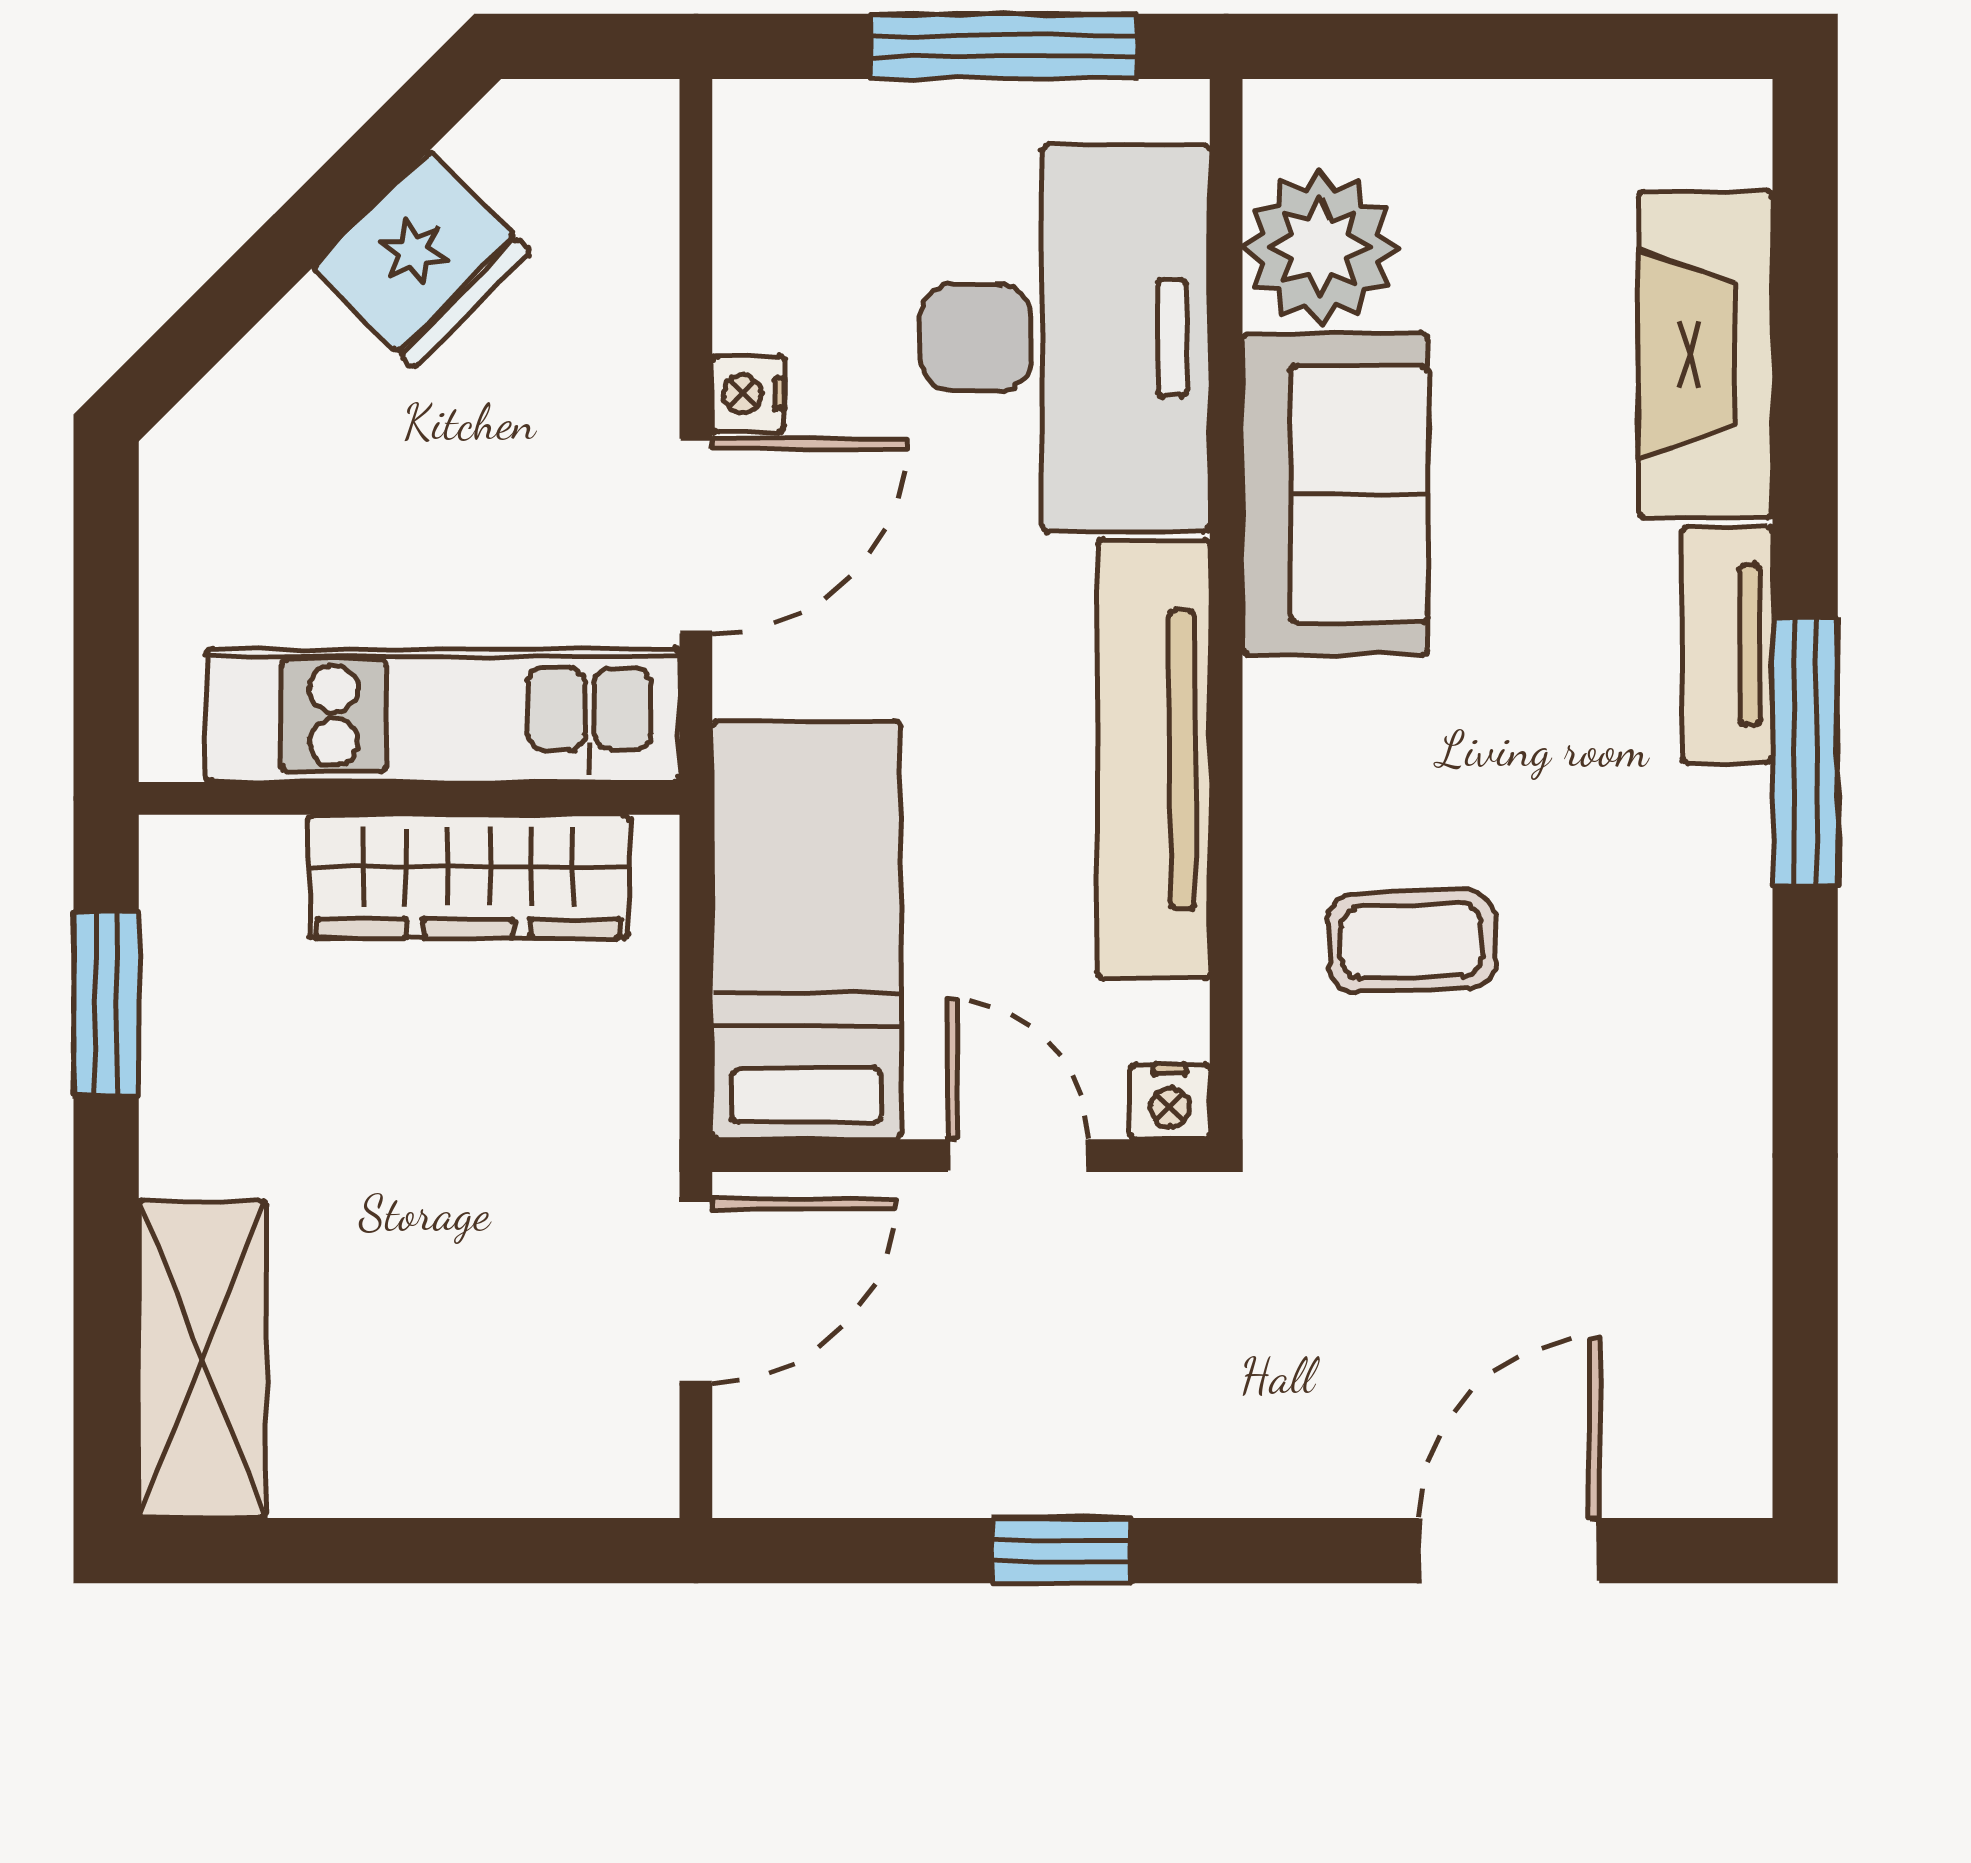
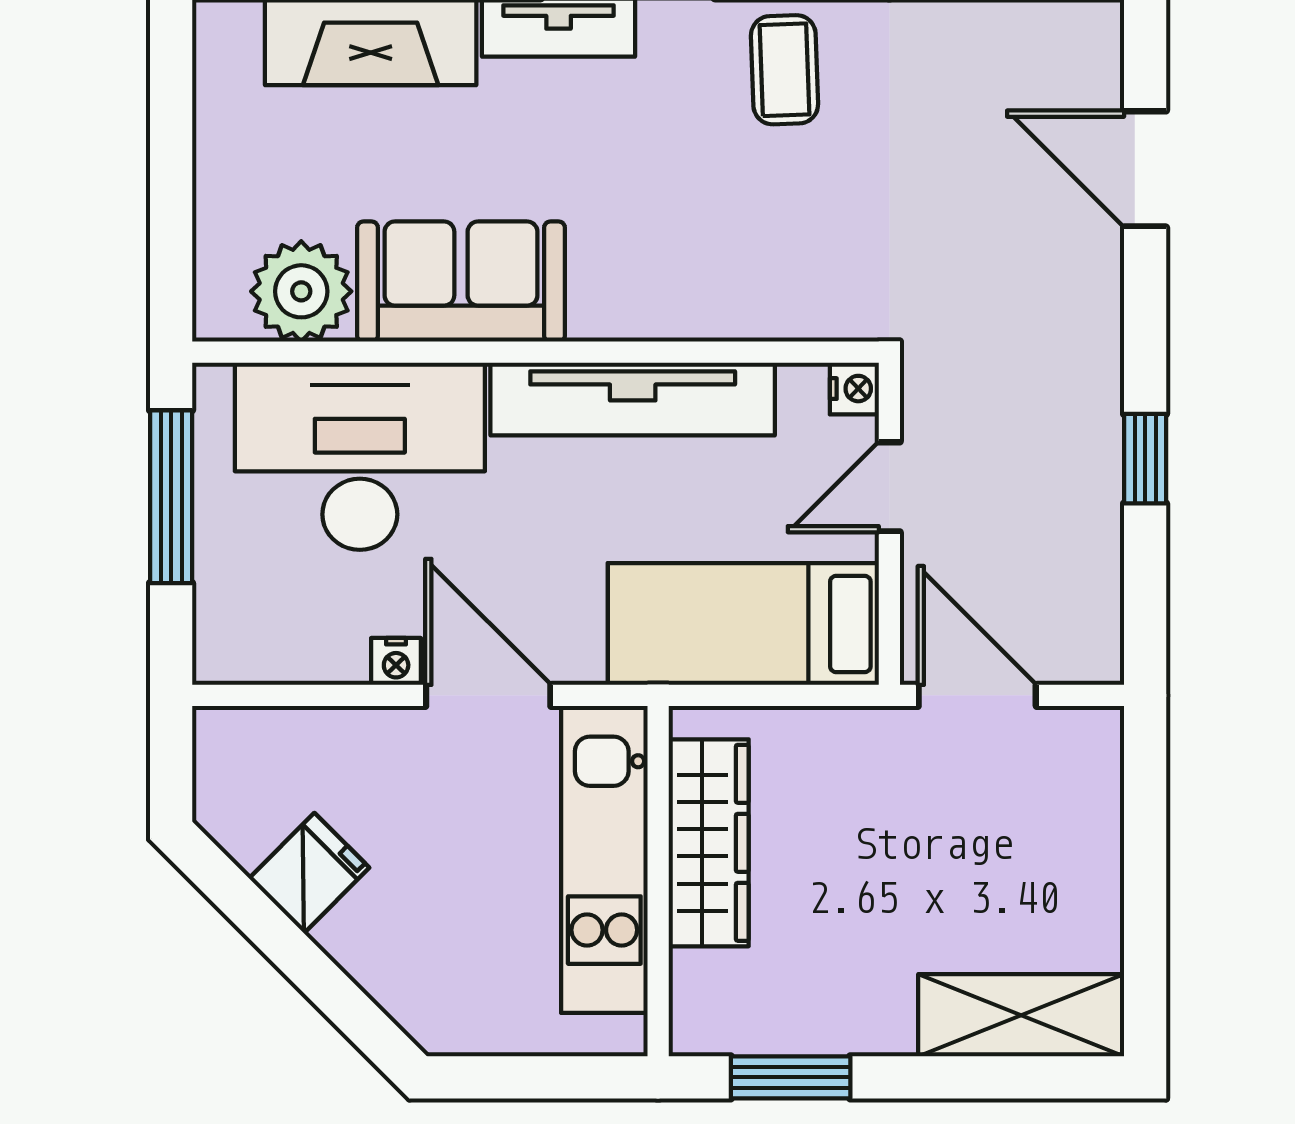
fridge: (422, 260) -> (309, 873), width x0.72
coffee table: (1411, 941) -> (785, 70), moved

